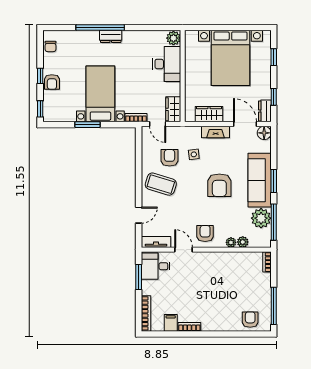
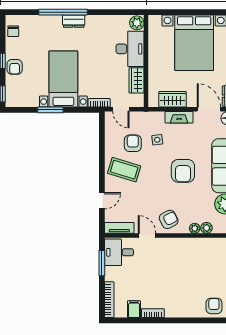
wardrobe: (173, 109) -> (137, 80), moved
armchair: (205, 234) -> (169, 219), turned 62

